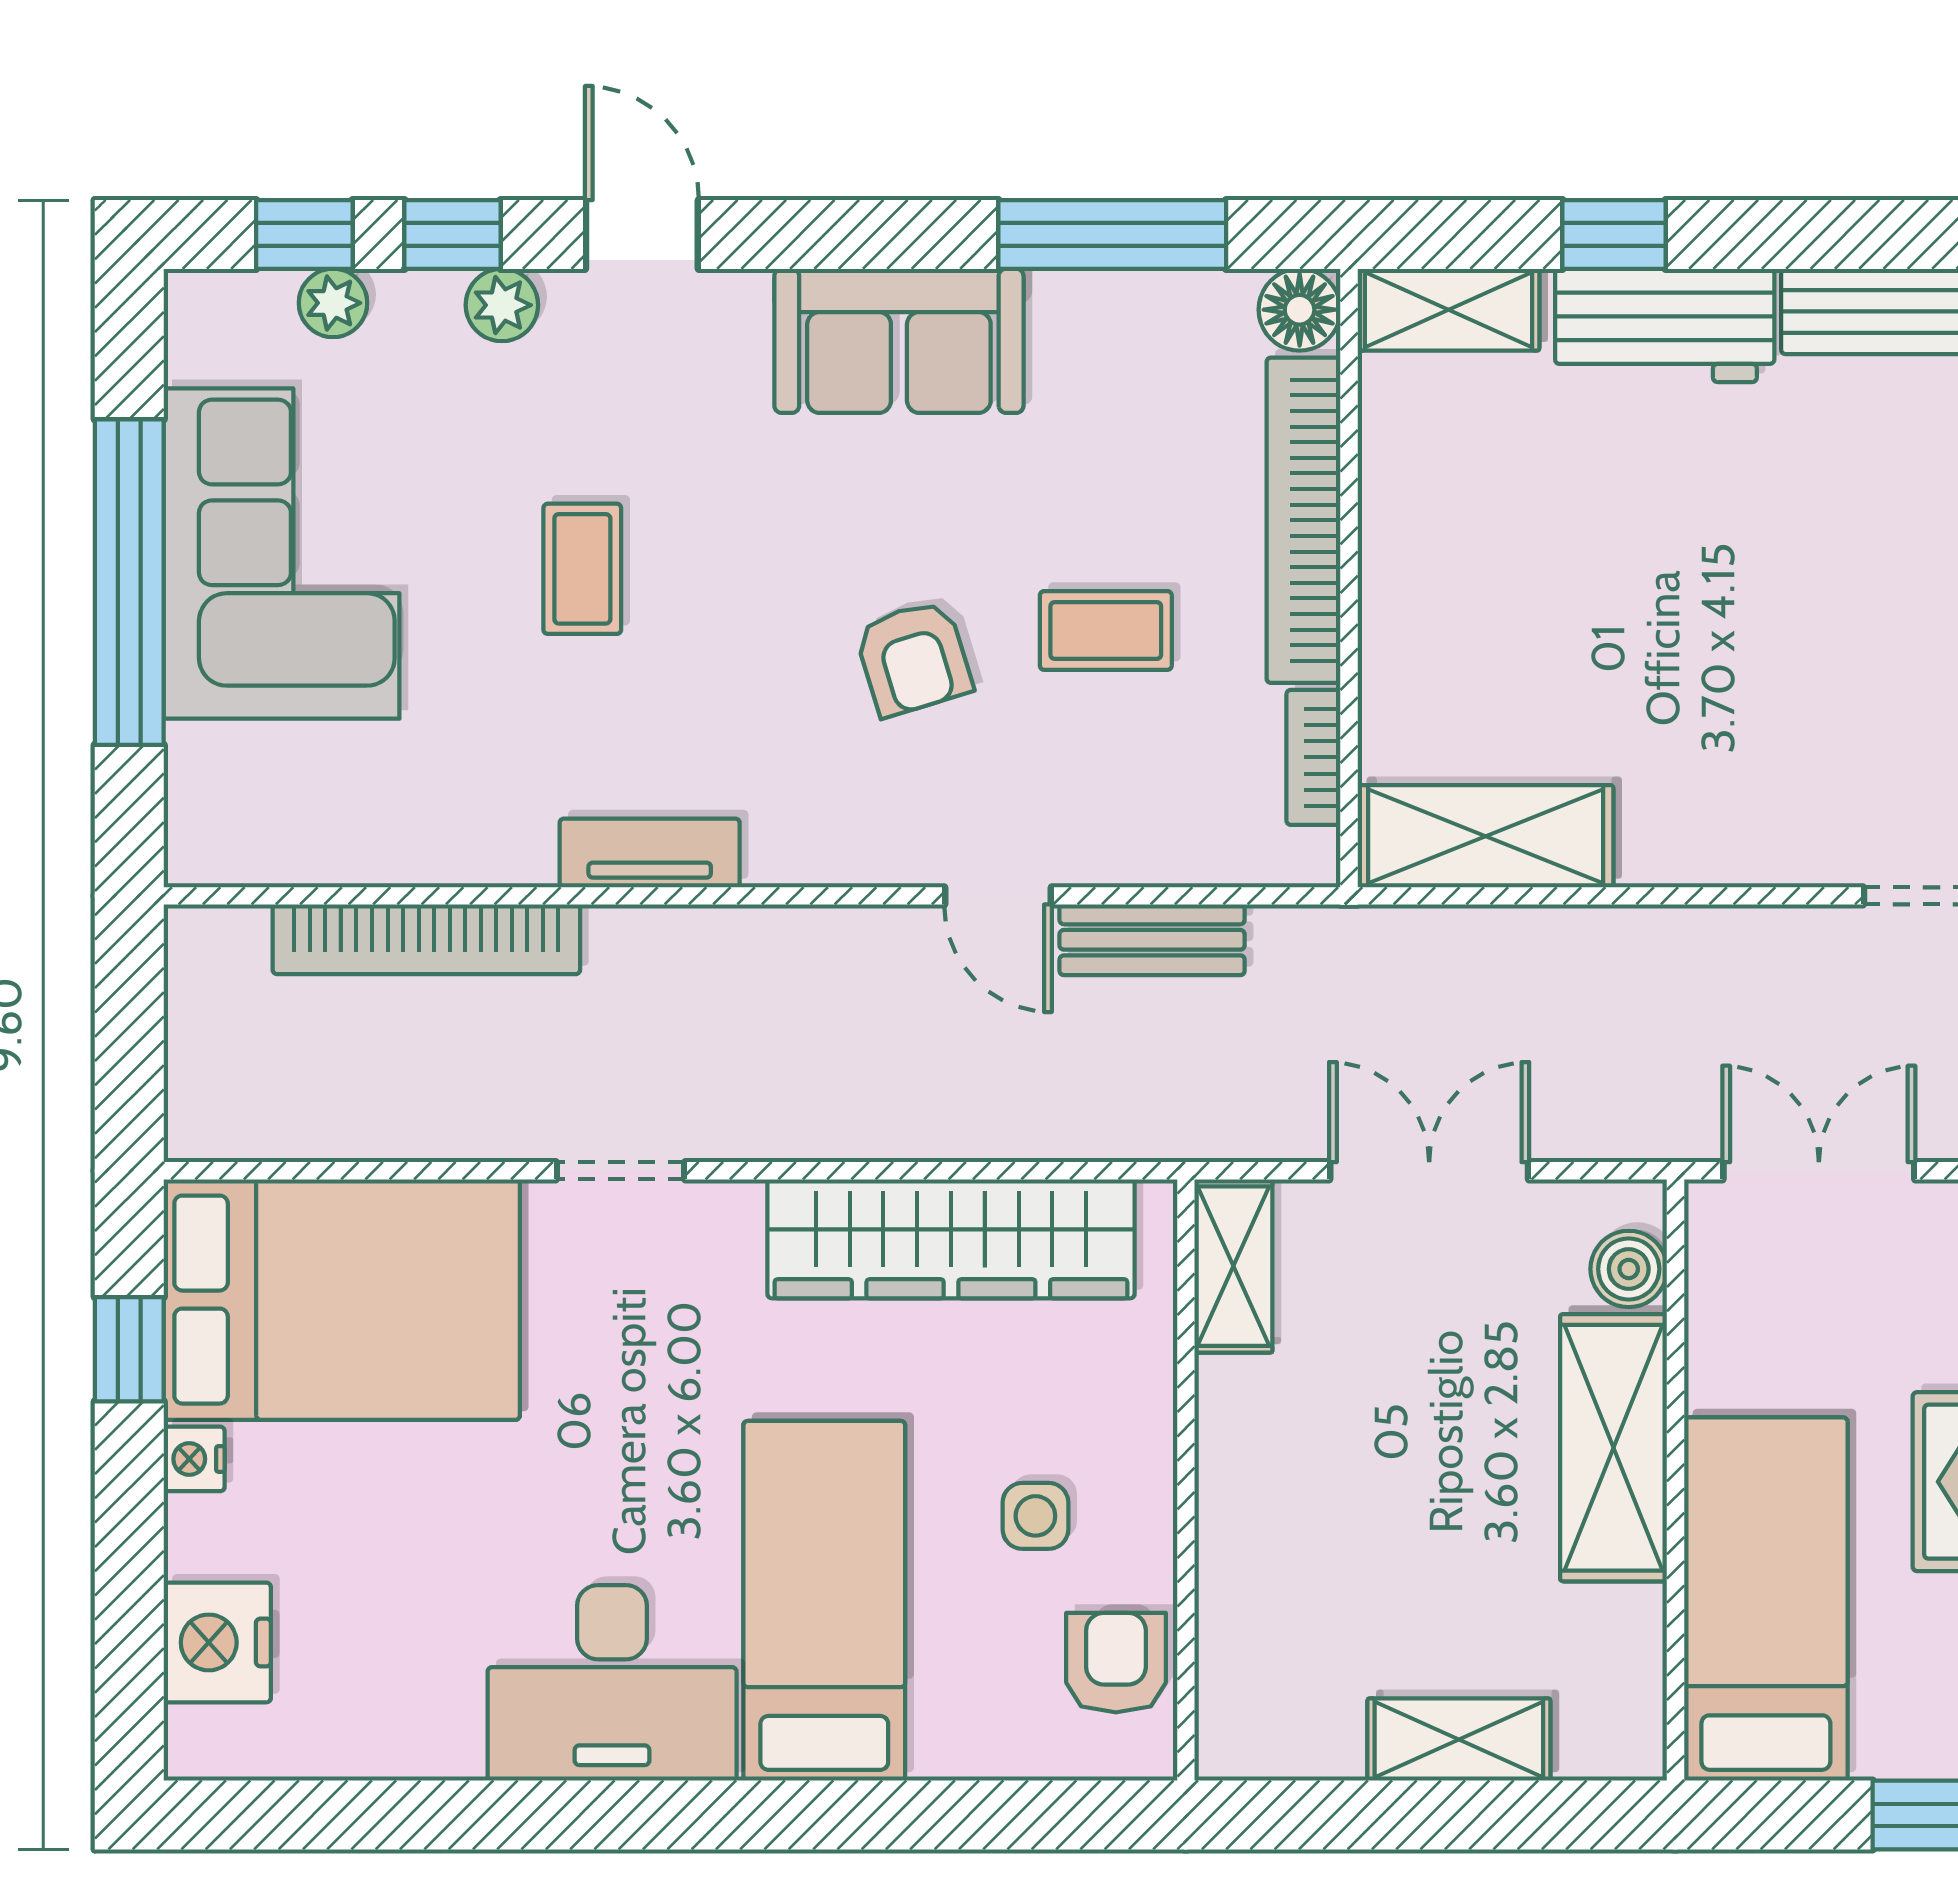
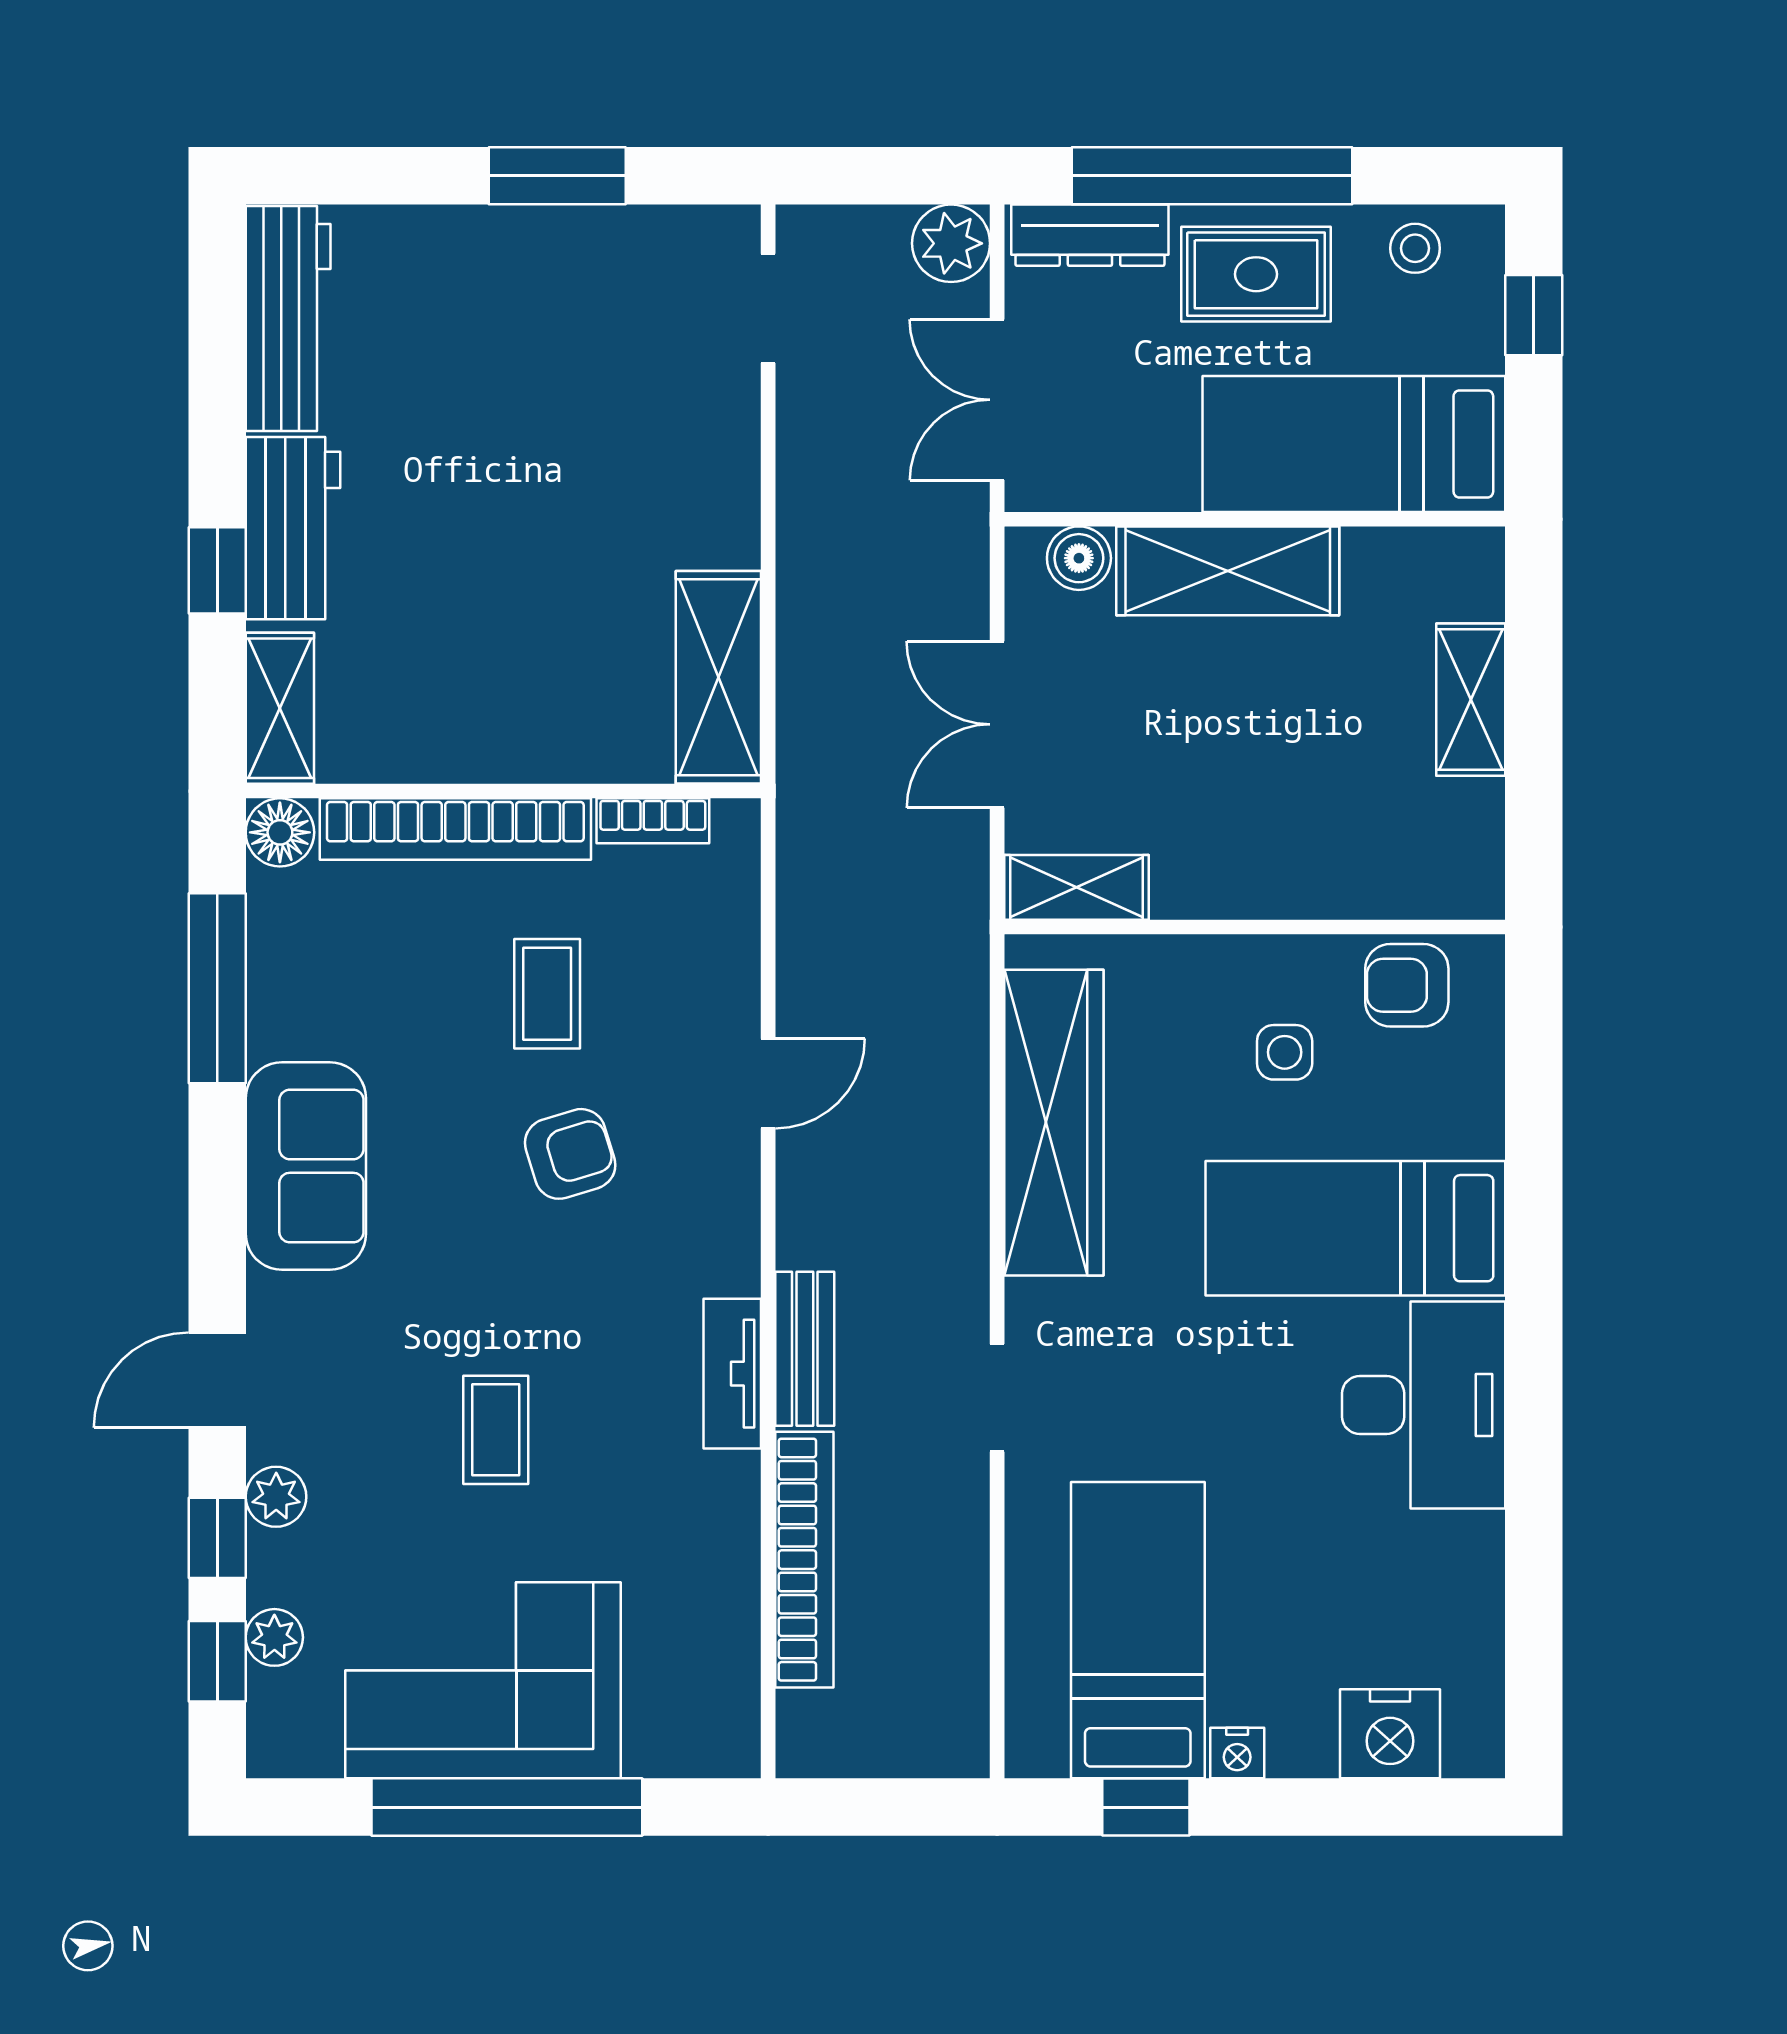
coffee table: (582, 569) -> (496, 1430), turned 90
bench: (1152, 940) -> (805, 1349), moved
bed: (342, 1300) -> (1138, 1630), width x0.67

